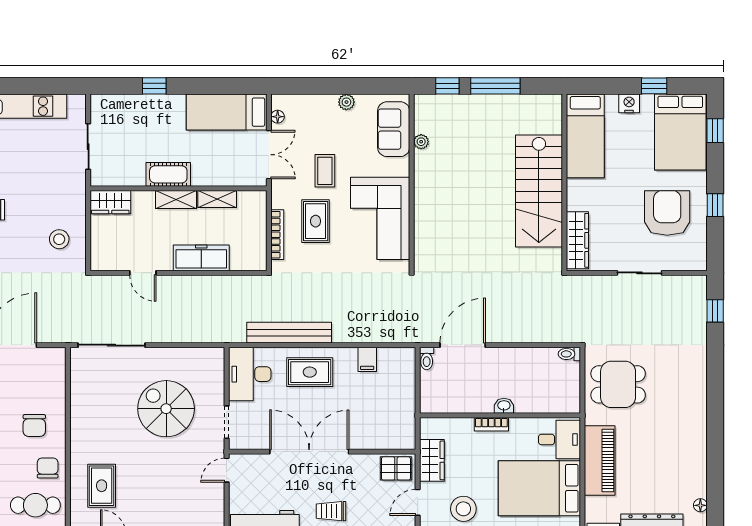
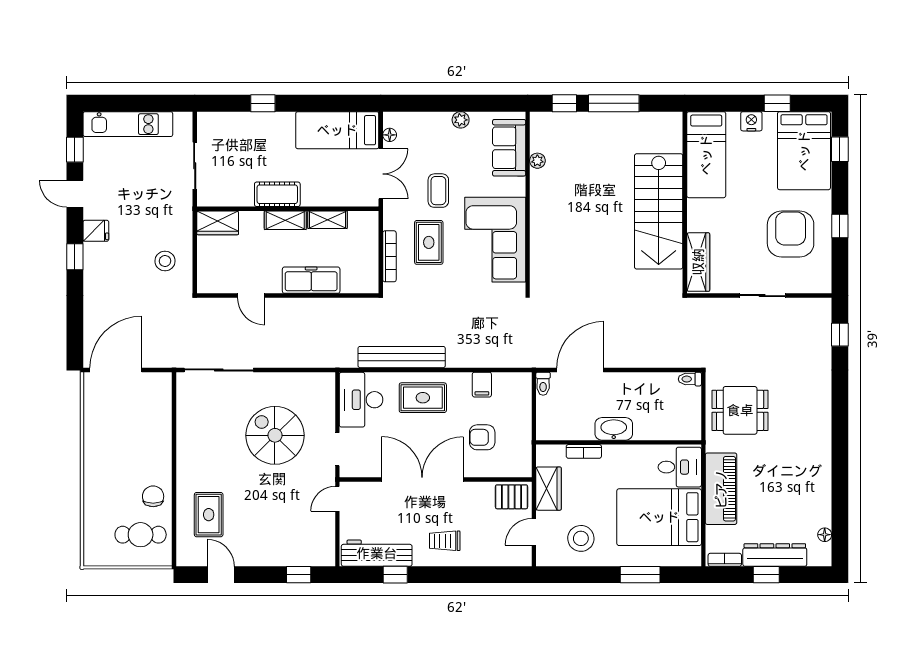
washbasin: (504, 406) -> (614, 429), width x1.91, depth x1.45
armchair: (367, 411) -> (482, 437), added
bookcase: (491, 424) -> (584, 451), moved
chair: (34, 426) -> (139, 453), removed

